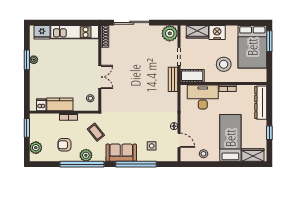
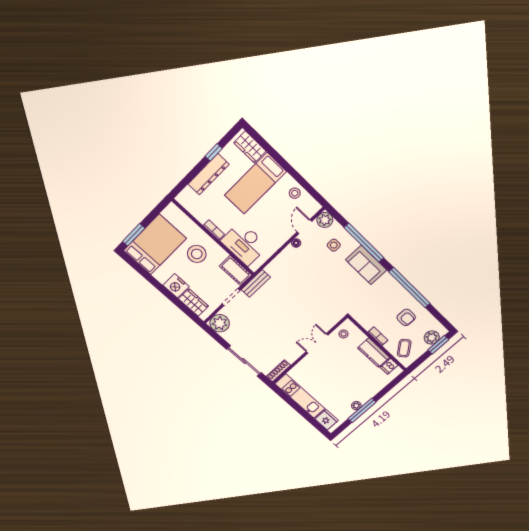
window: (27, 60) -> (362, 410), width x1.44
dresser: (261, 103) -> (208, 174), moved
window: (27, 128) -> (438, 345), moved
coffee table: (96, 132) -> (404, 348), moved
plant: (86, 155) -> (325, 220), moved

